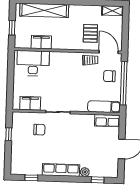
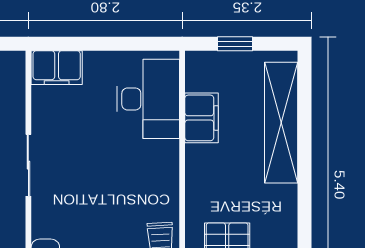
filing cabinet: (30, 103) -> (57, 68), moved, turned 90

